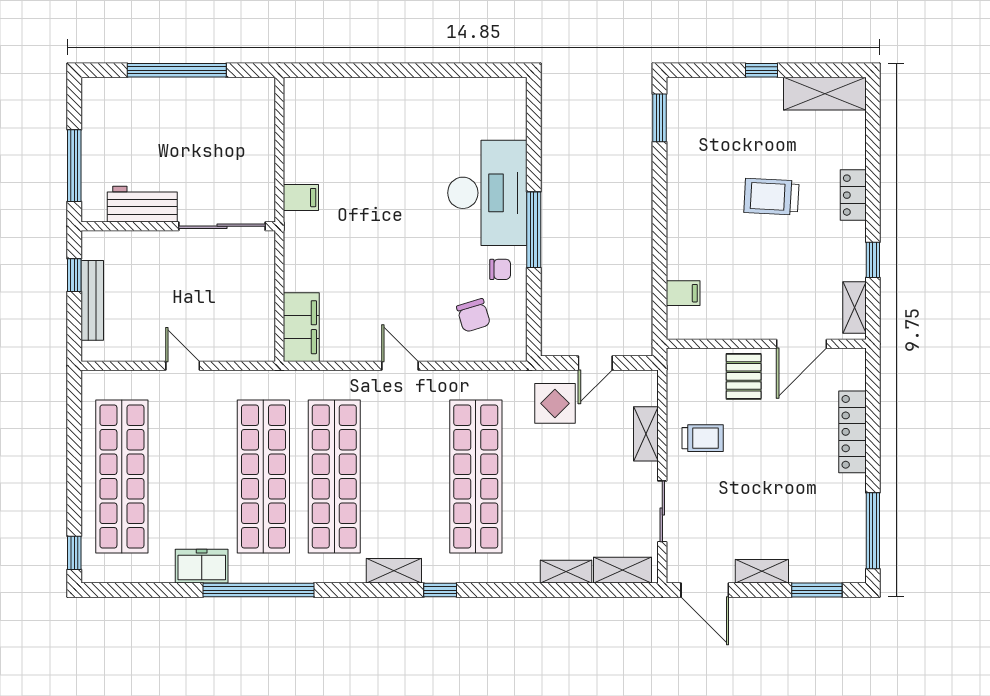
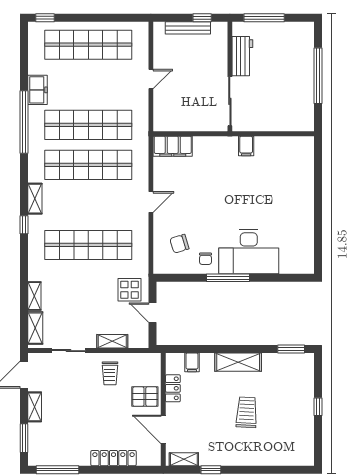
shelving: (825, 94) -> (238, 362), moved, turned 90
locker: (853, 195) -> (173, 388), moved, turned 90

